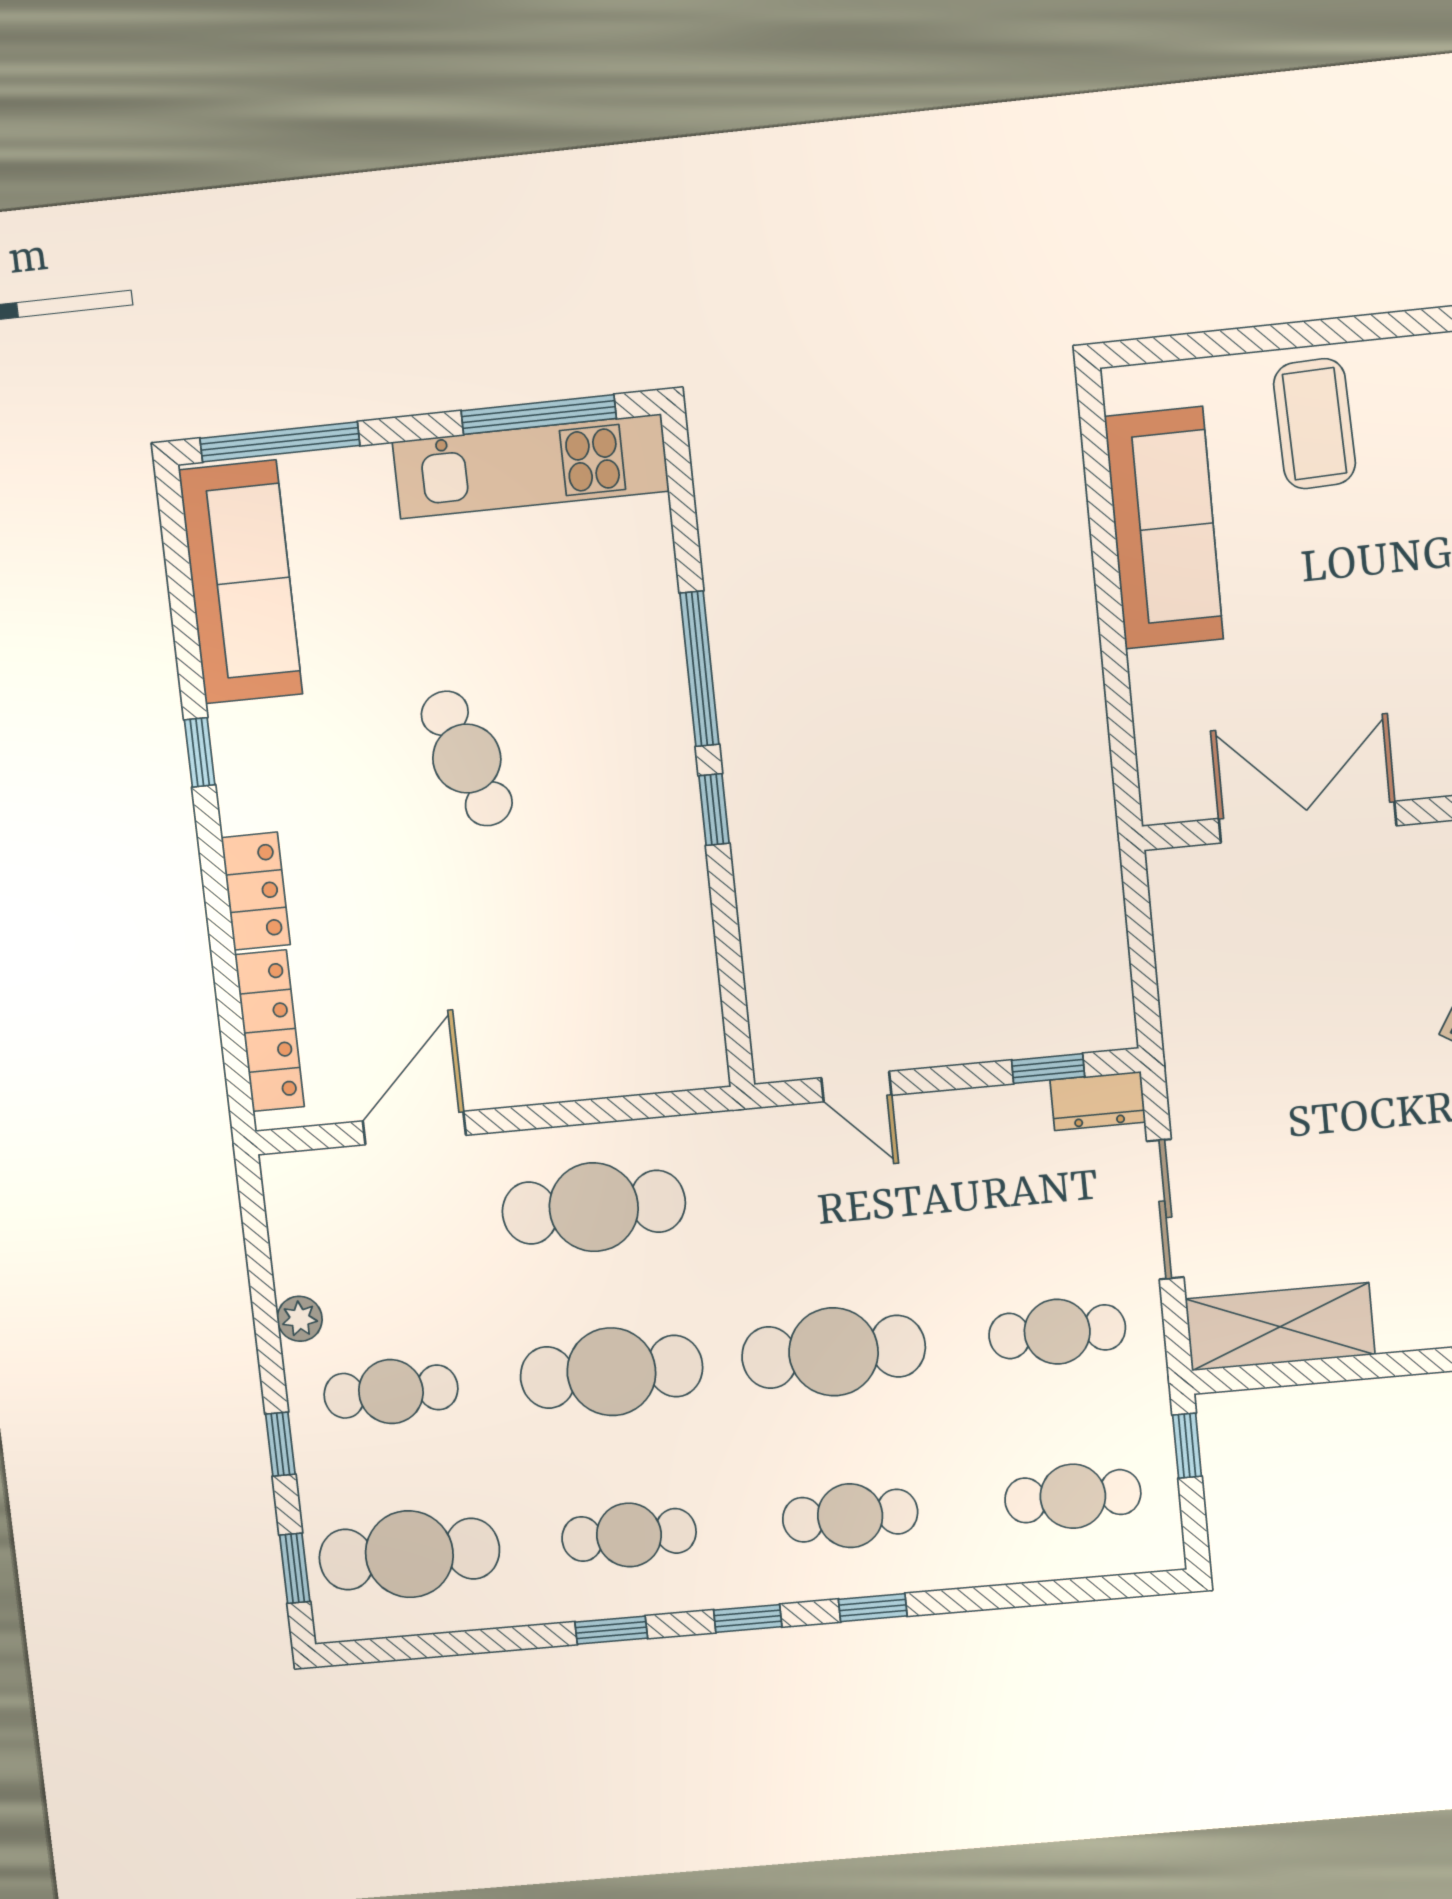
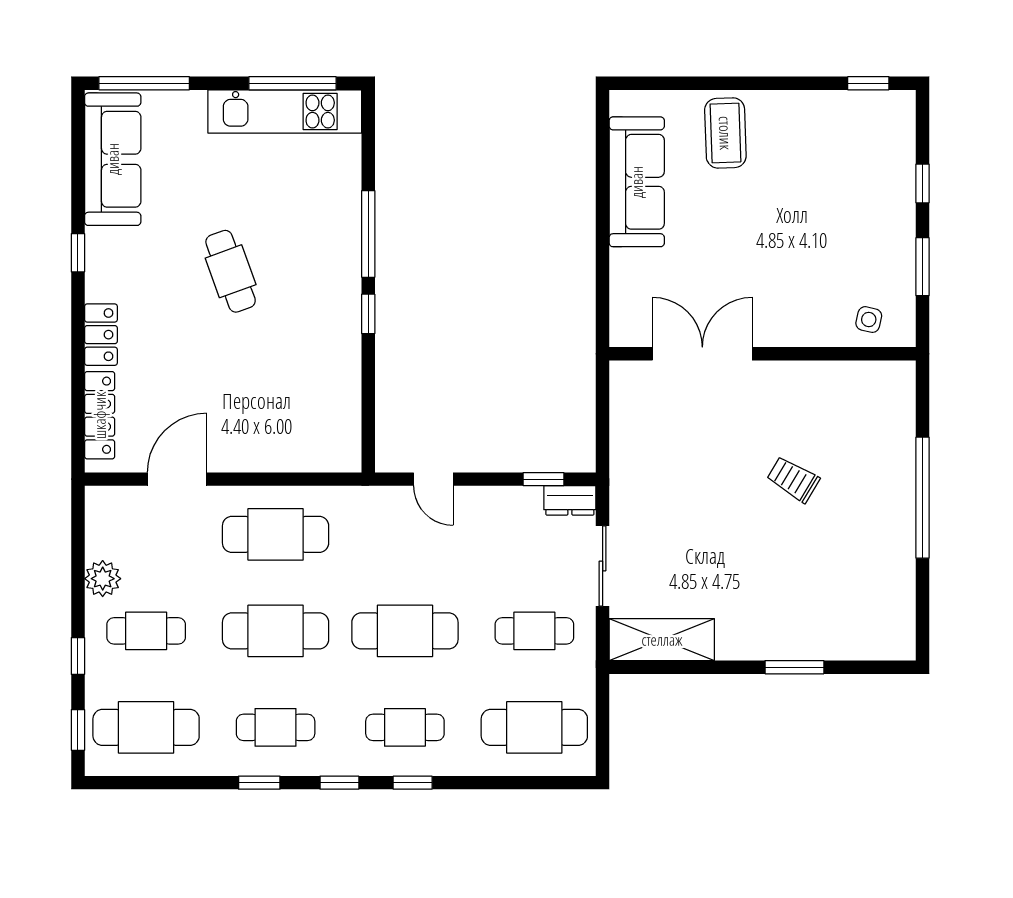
plant: (300, 1319) -> (103, 579), width x1.38, depth x1.38
window: (1187, 1446) -> (603, 704), removed
cafe table: (1073, 1496) -> (534, 727), width x1.37, depth x1.35

